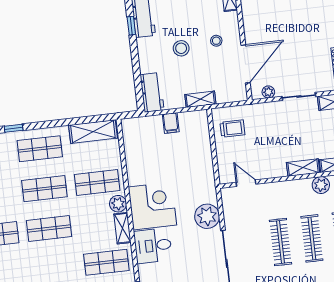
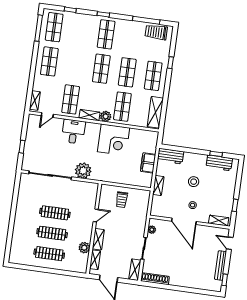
door: (246, 64) -> (184, 221), moved
filing cabinet: (171, 123) -> (148, 163), width x2.00
trolley: (232, 129) -> (122, 200), moved
door: (246, 183) -> (96, 215), moved
corner desk: (152, 206) -> (114, 140), moved

